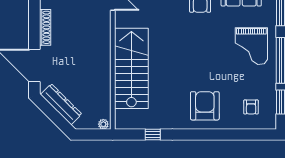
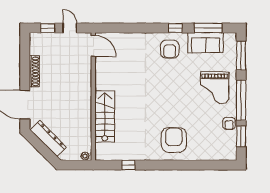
stairs: (131, 68) -> (105, 117), width x0.73, depth x0.66
armchair: (251, 107) -> (229, 123), moved

